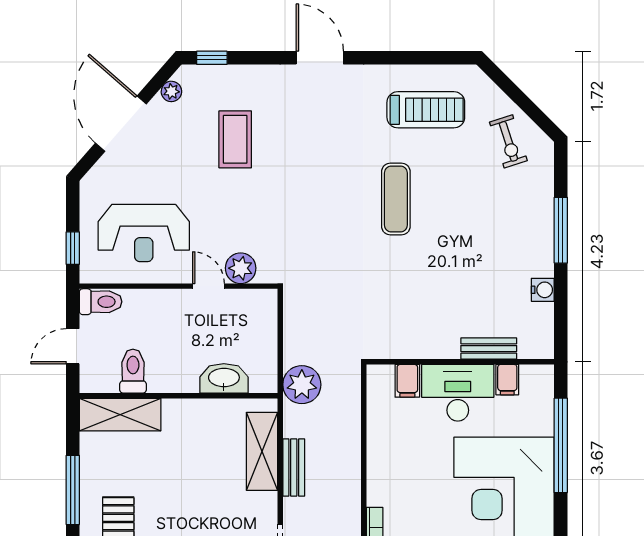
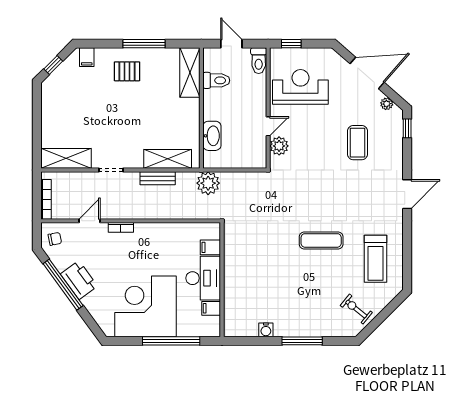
coffee table: (235, 139) -> (357, 143), turned 90
exercise bike: (508, 141) -> (356, 309), turned 57
reception desk: (144, 233) -> (300, 87), turned 90
bench: (489, 349) -> (230, 297), removed

